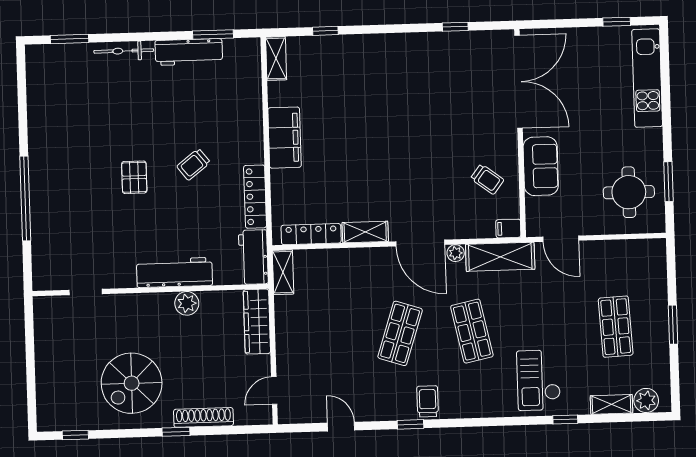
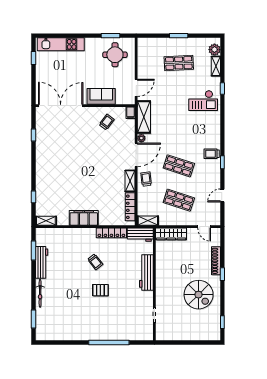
trolley: (370, 266) -> (146, 179), added
plant: (187, 303) -> (161, 267), removed
shop shelf: (472, 331) -> (179, 200), moved, turned 30

